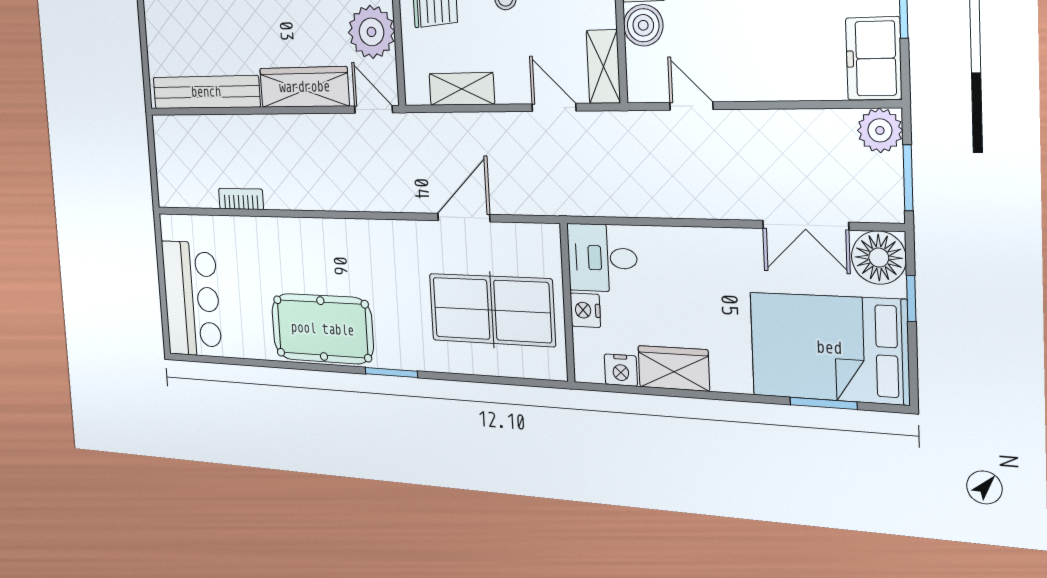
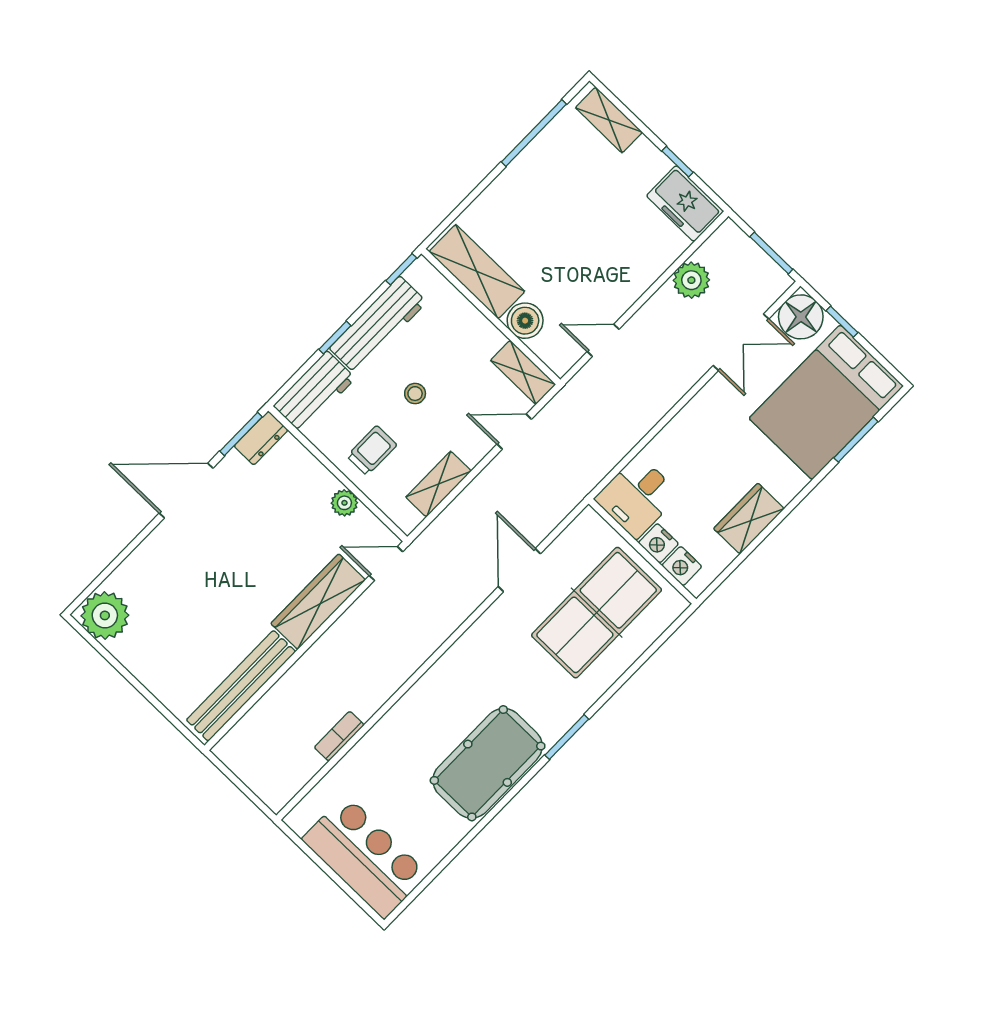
plant: (371, 32) -> (344, 503), width x0.53, depth x0.53
plant: (880, 130) -> (691, 280), moved
nightstand: (621, 370) -> (682, 566), moved, turned 90

